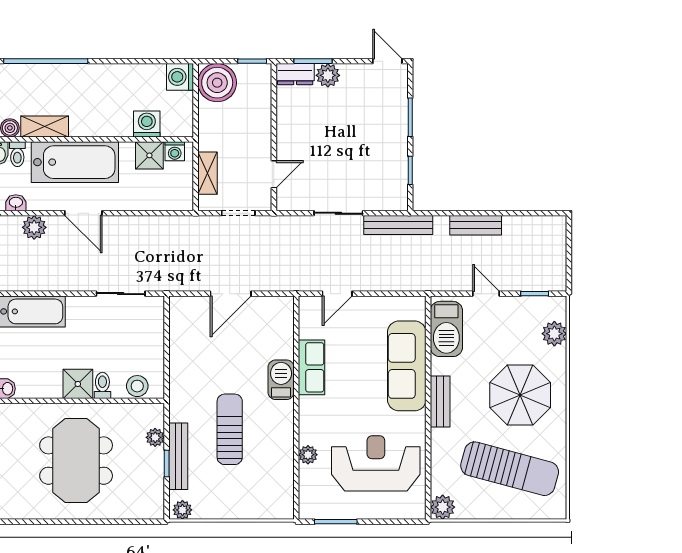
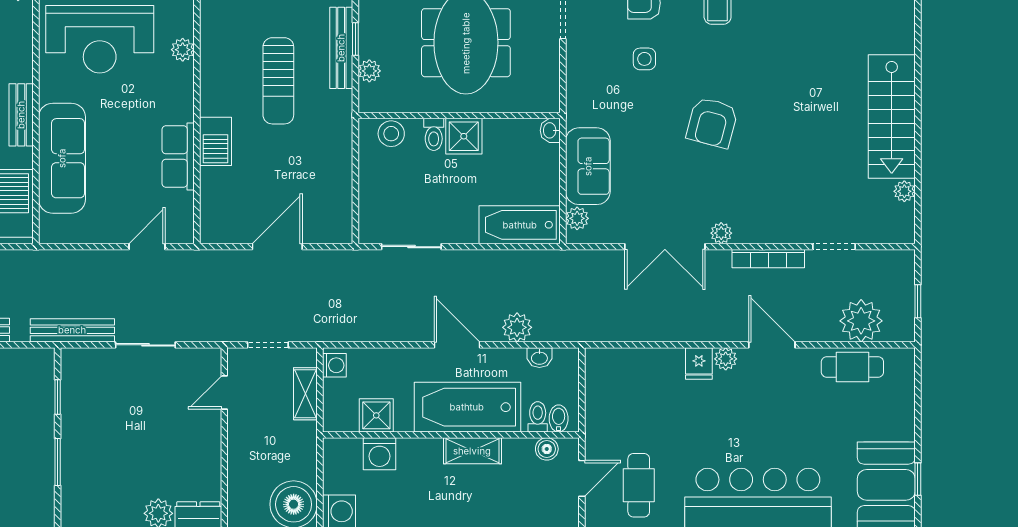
shelving: (45, 126) -> (472, 451), moved
washing machine: (175, 151) -> (334, 365), moved, turned 90

